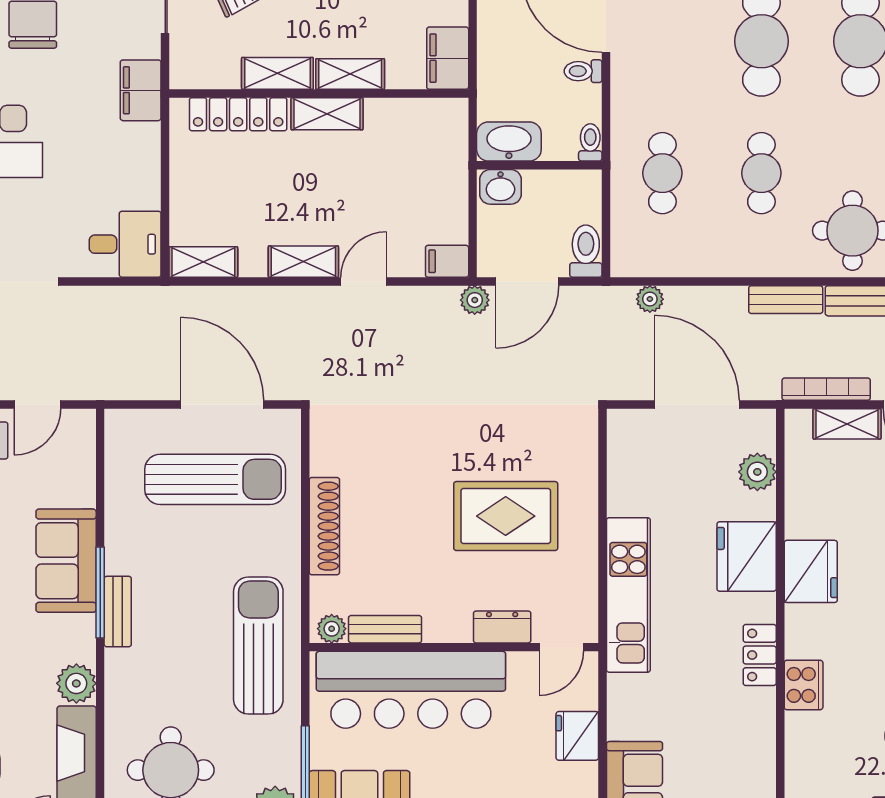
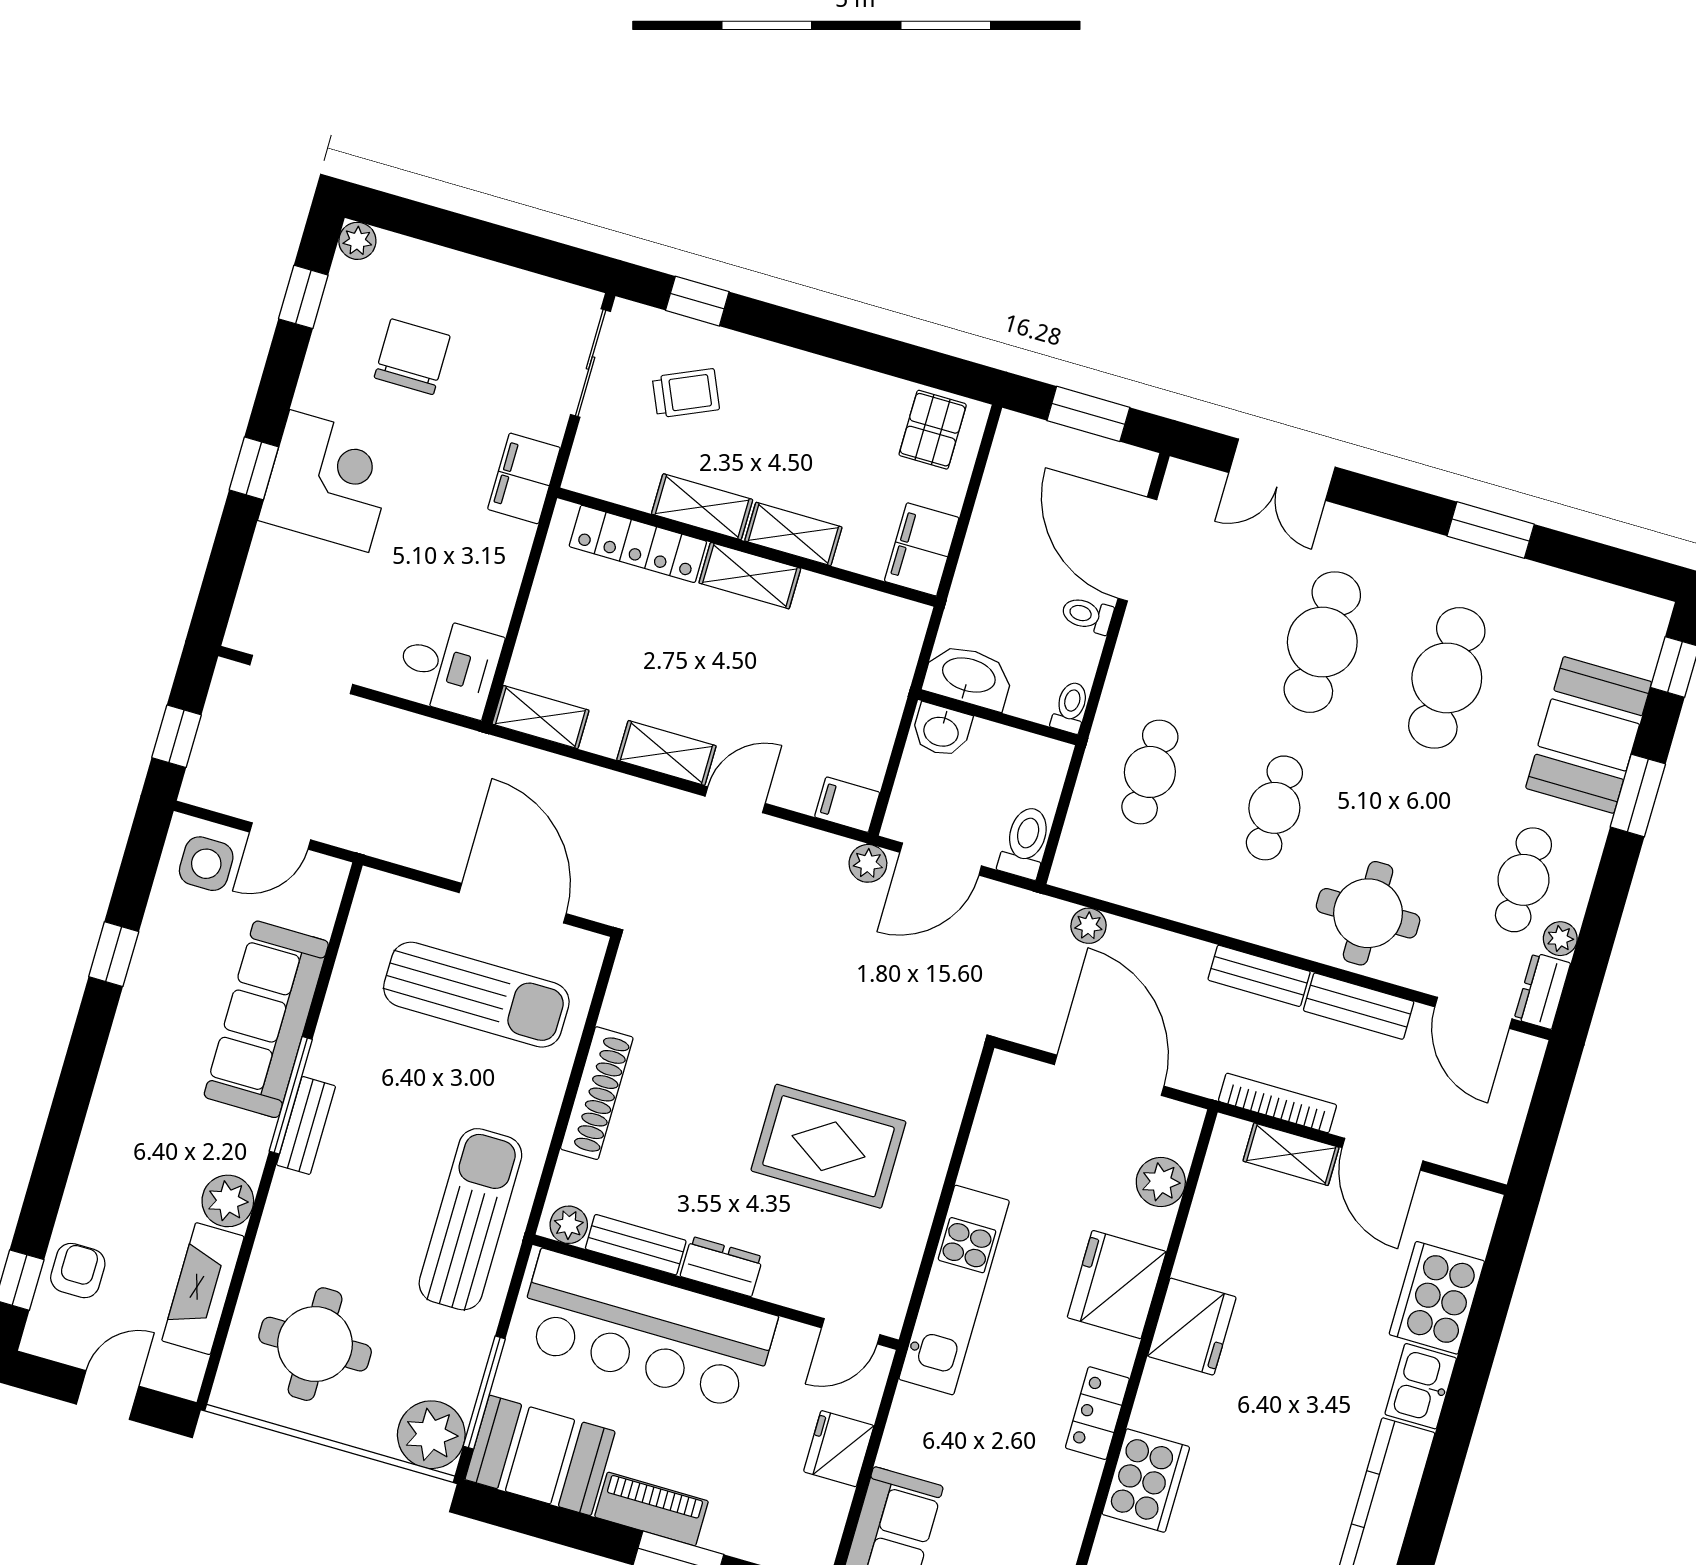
sofa: (66, 561) -> (266, 1019), width x1.36
dresser: (502, 627) -> (722, 1266), moved
cooker: (804, 685) -> (1146, 1481), width x1.37, depth x1.31

